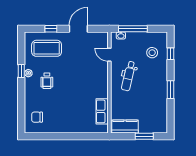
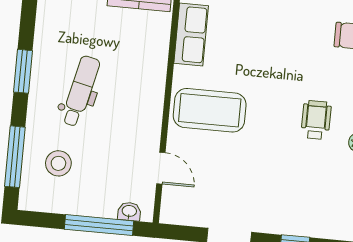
coffee table: (47, 48) -> (210, 110), moved
window: (170, 54) -> (15, 157), width x2.17
dental chair: (128, 76) -> (81, 91), moved

